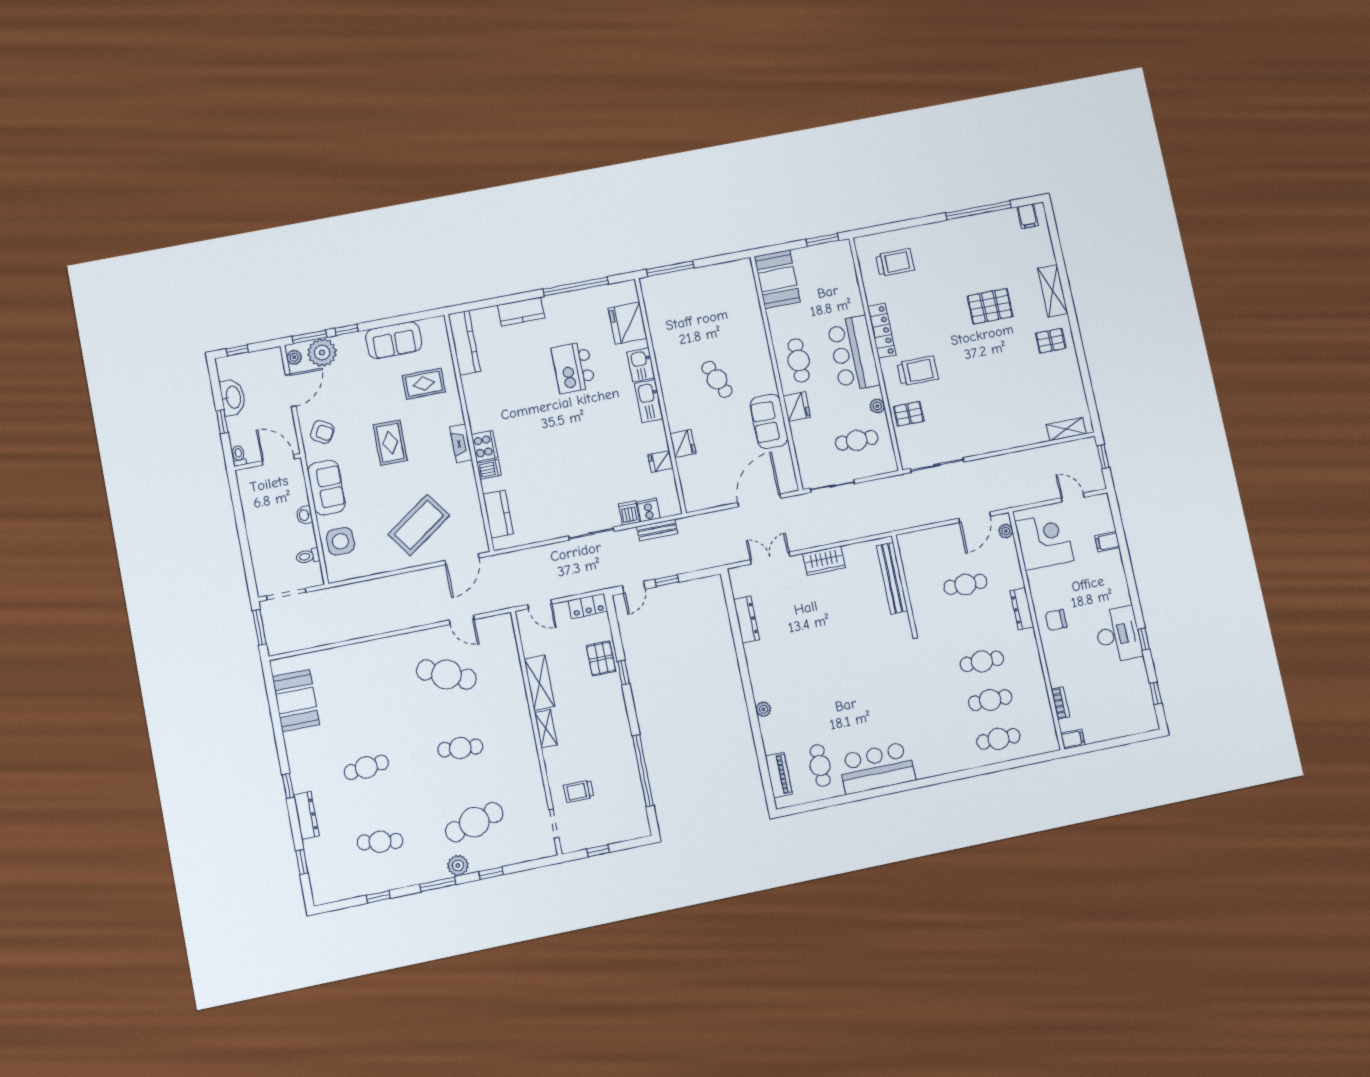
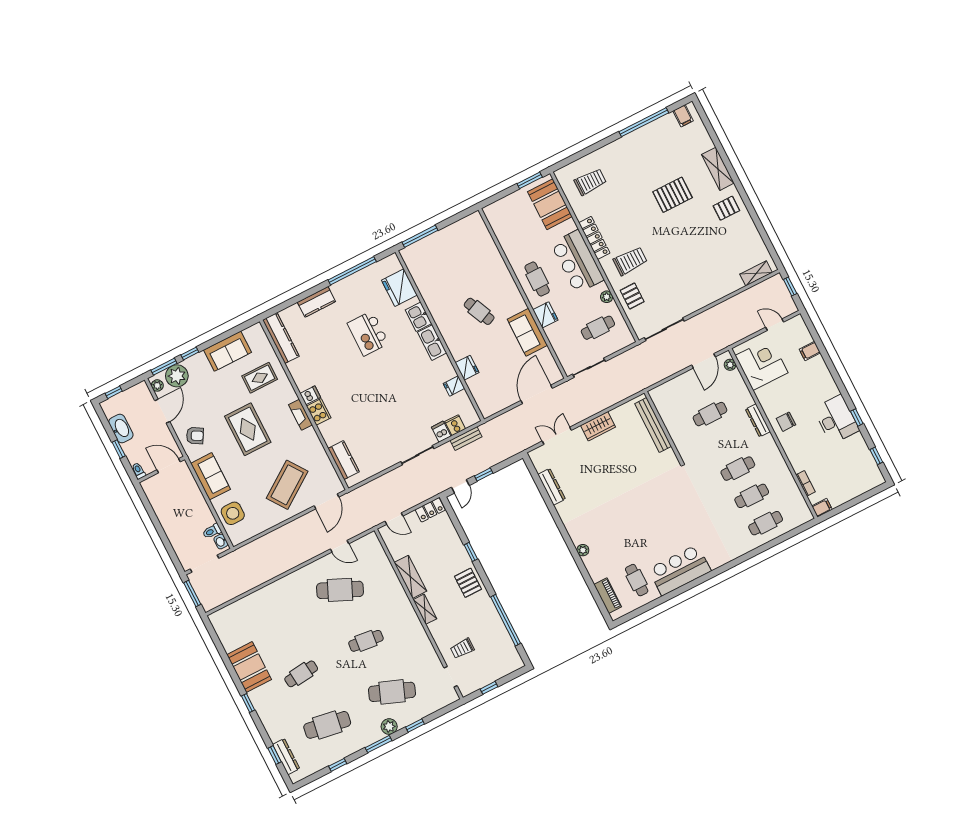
booth: (777, 279) -> (550, 204), moved
pallet: (909, 414) -> (632, 296), turned 90
rug: (390, 443) -> (248, 429), width x1.36, depth x1.43
dishwasher: (489, 469) -> (310, 395), moved
washbasin: (304, 515) -> (221, 542), moved
pallet: (601, 658) -> (468, 583), moved
booth: (296, 701) -> (249, 667), moved
dresser: (306, 815) -> (286, 757), moved
cafe table: (474, 822) -> (392, 692), turned 36
cafe table: (380, 842) -> (327, 725), width x1.37, depth x1.35

